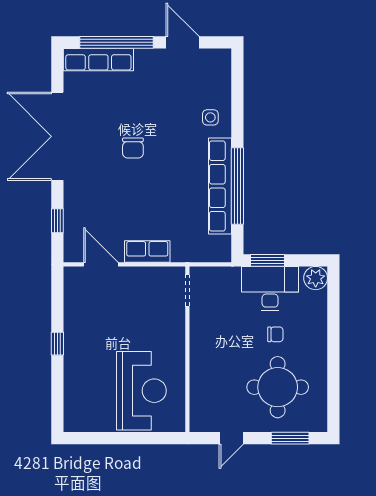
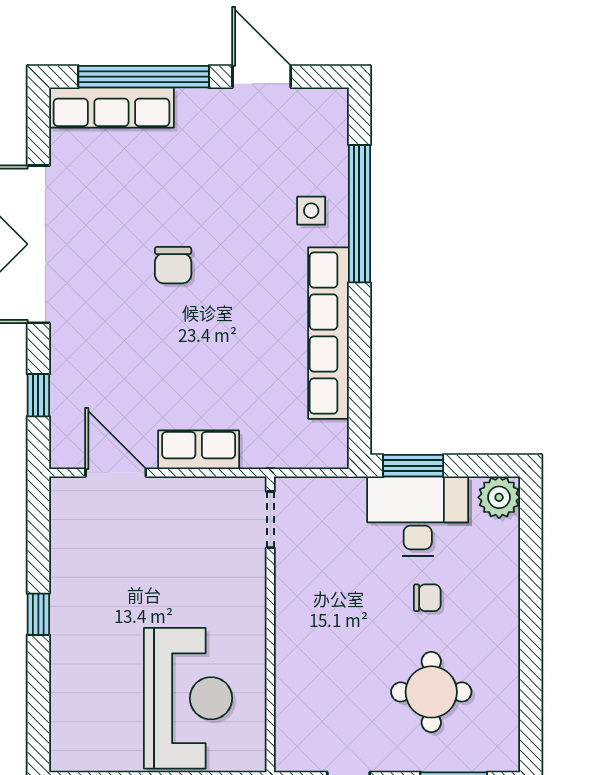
window: (237, 186) -> (359, 214), moved
round table: (278, 387) -> (431, 692), width x0.73, depth x0.73

